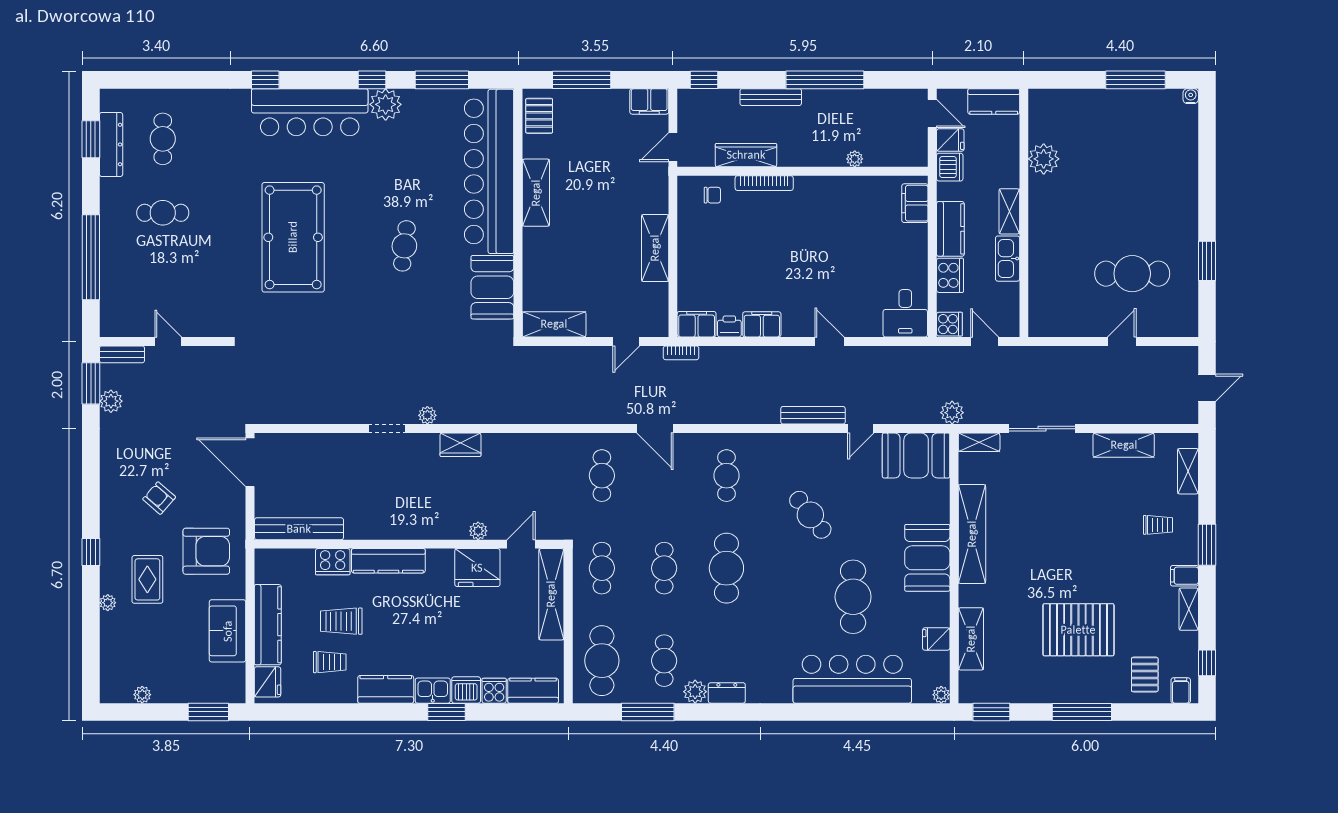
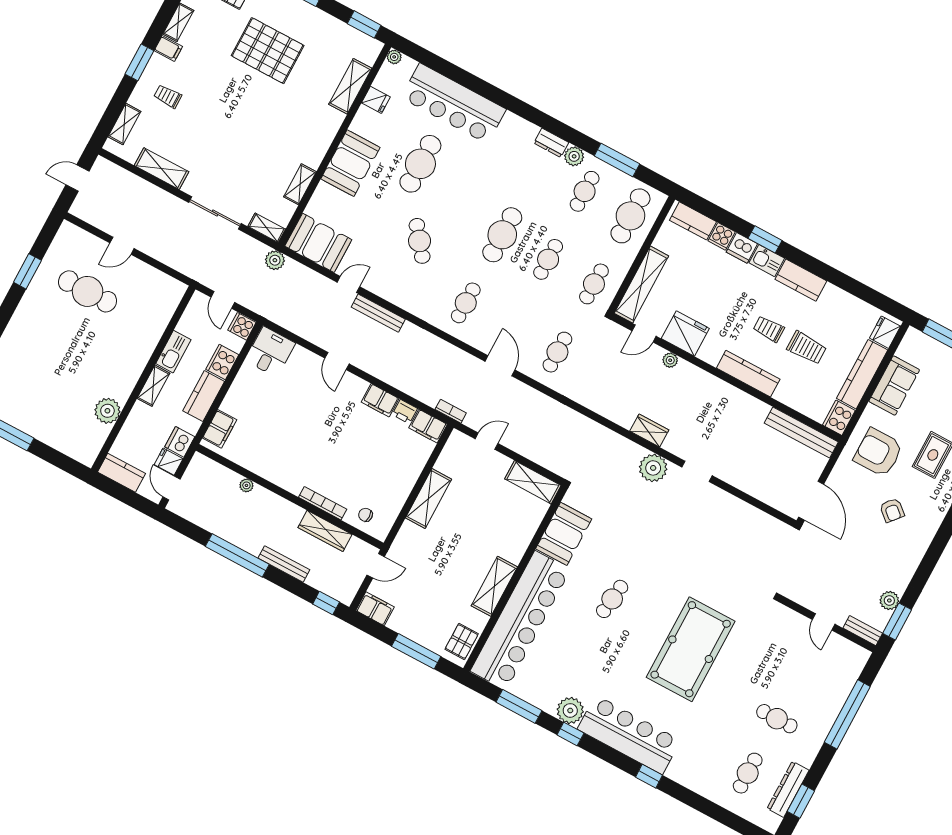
plant: (427, 415) -> (653, 468), width x1.88, depth x1.88
shelving: (972, 534) -> (300, 184), width x0.45, depth x0.75
cooker: (333, 562) -> (839, 418), moved, turned -90
trolley: (330, 662) -> (769, 329), moved

